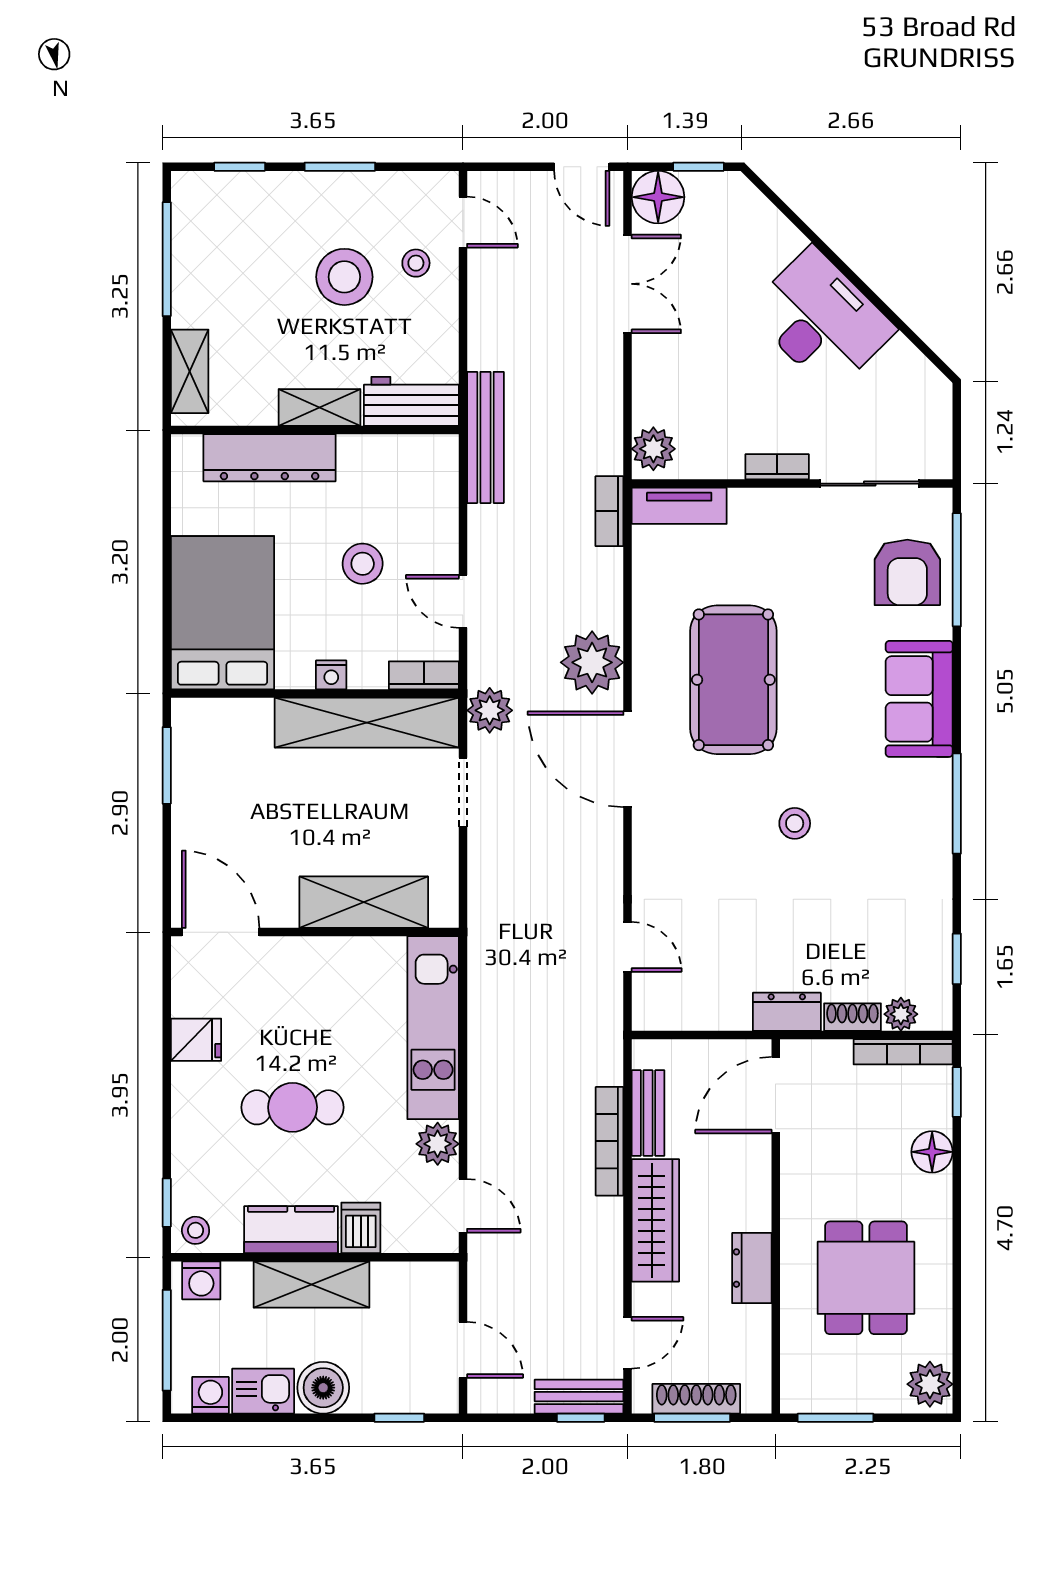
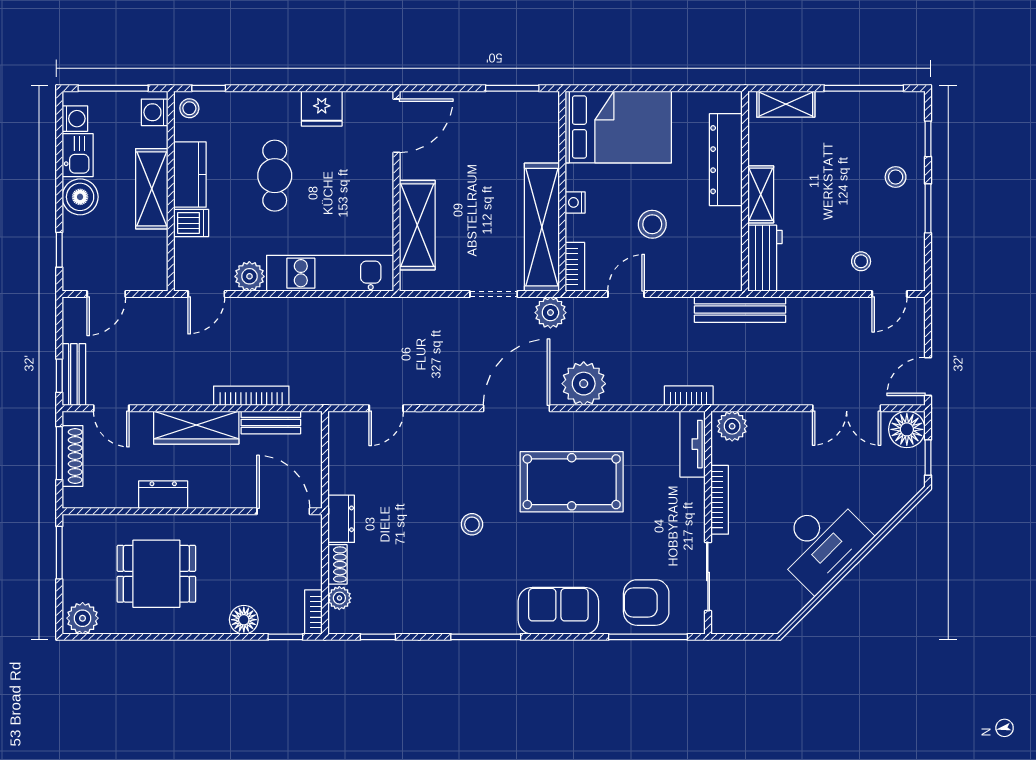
stool: (344, 277) -> (896, 177), moved, width x0.53, depth x0.53
bookcase: (777, 467) -> (720, 500), width x1.56
fridge: (196, 1040) -> (322, 109), width x1.38
bookcase: (903, 1052) -> (313, 612), width x0.64

